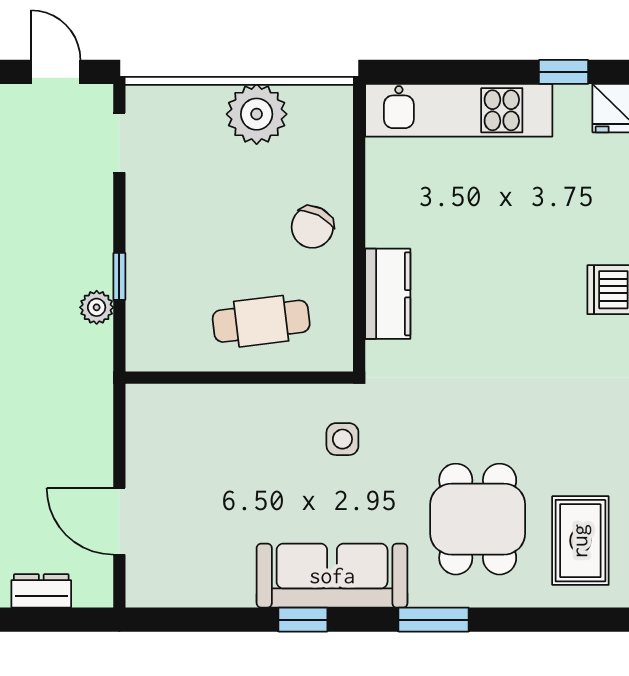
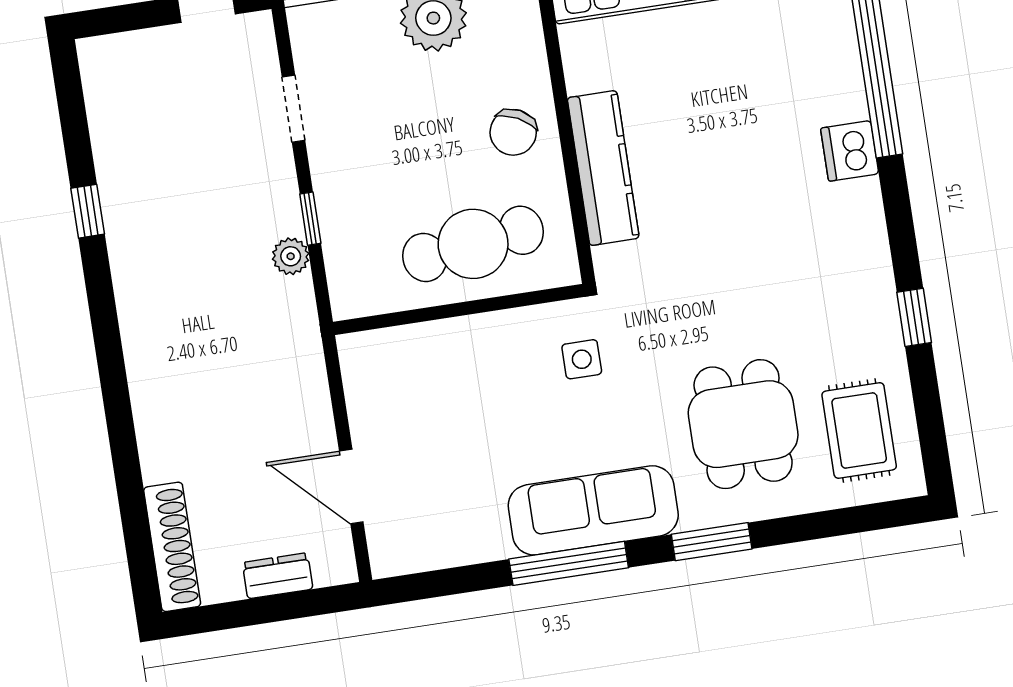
doorway: (119, 143) -> (294, 109), moved
kitchen counter: (388, 294) -> (603, 168), width x1.50
cafe table: (261, 321) -> (473, 244), width x1.37, depth x1.35
window: (303, 620) -> (569, 563), width x2.17

